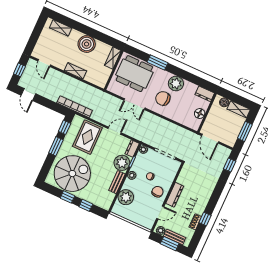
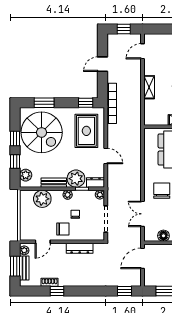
door: (28, 95) -> (102, 64), moved
double door: (134, 104) -> (143, 214), moved
rug: (87, 137) -> (86, 131), turned 90
window: (56, 146) -> (44, 103), moved
dresser: (175, 195) -> (80, 248), moved
plant: (101, 202) -> (26, 175), added
door: (160, 212) -> (43, 242), hinge flipped

